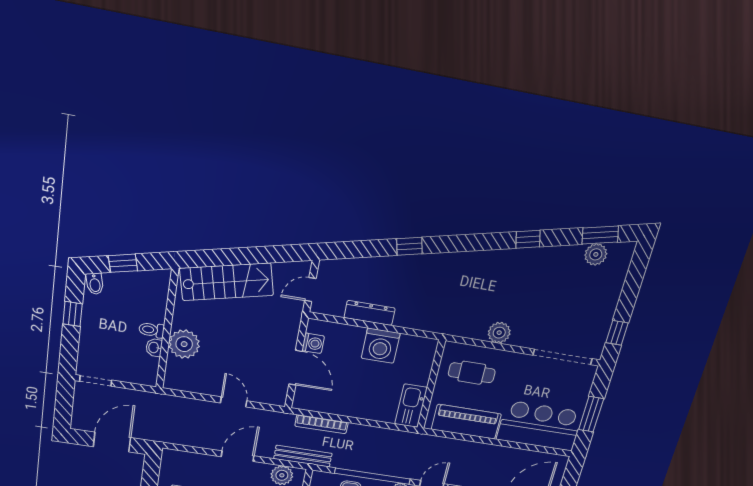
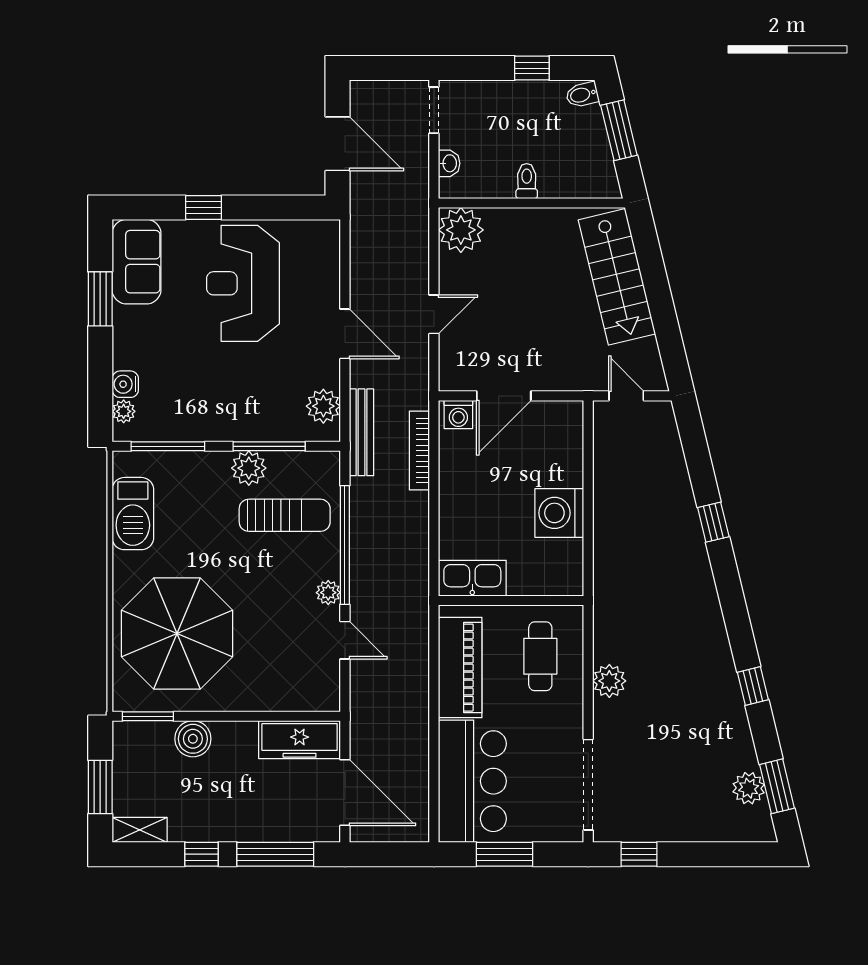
window: (123, 263) -> (619, 130), width x1.50
dresser: (370, 313) -> (606, 487), removed
washing machine: (313, 343) -> (458, 415), moved
plant: (184, 344) -> (461, 230), moved
washbasin: (154, 348) -> (449, 163), moved, turned 90

